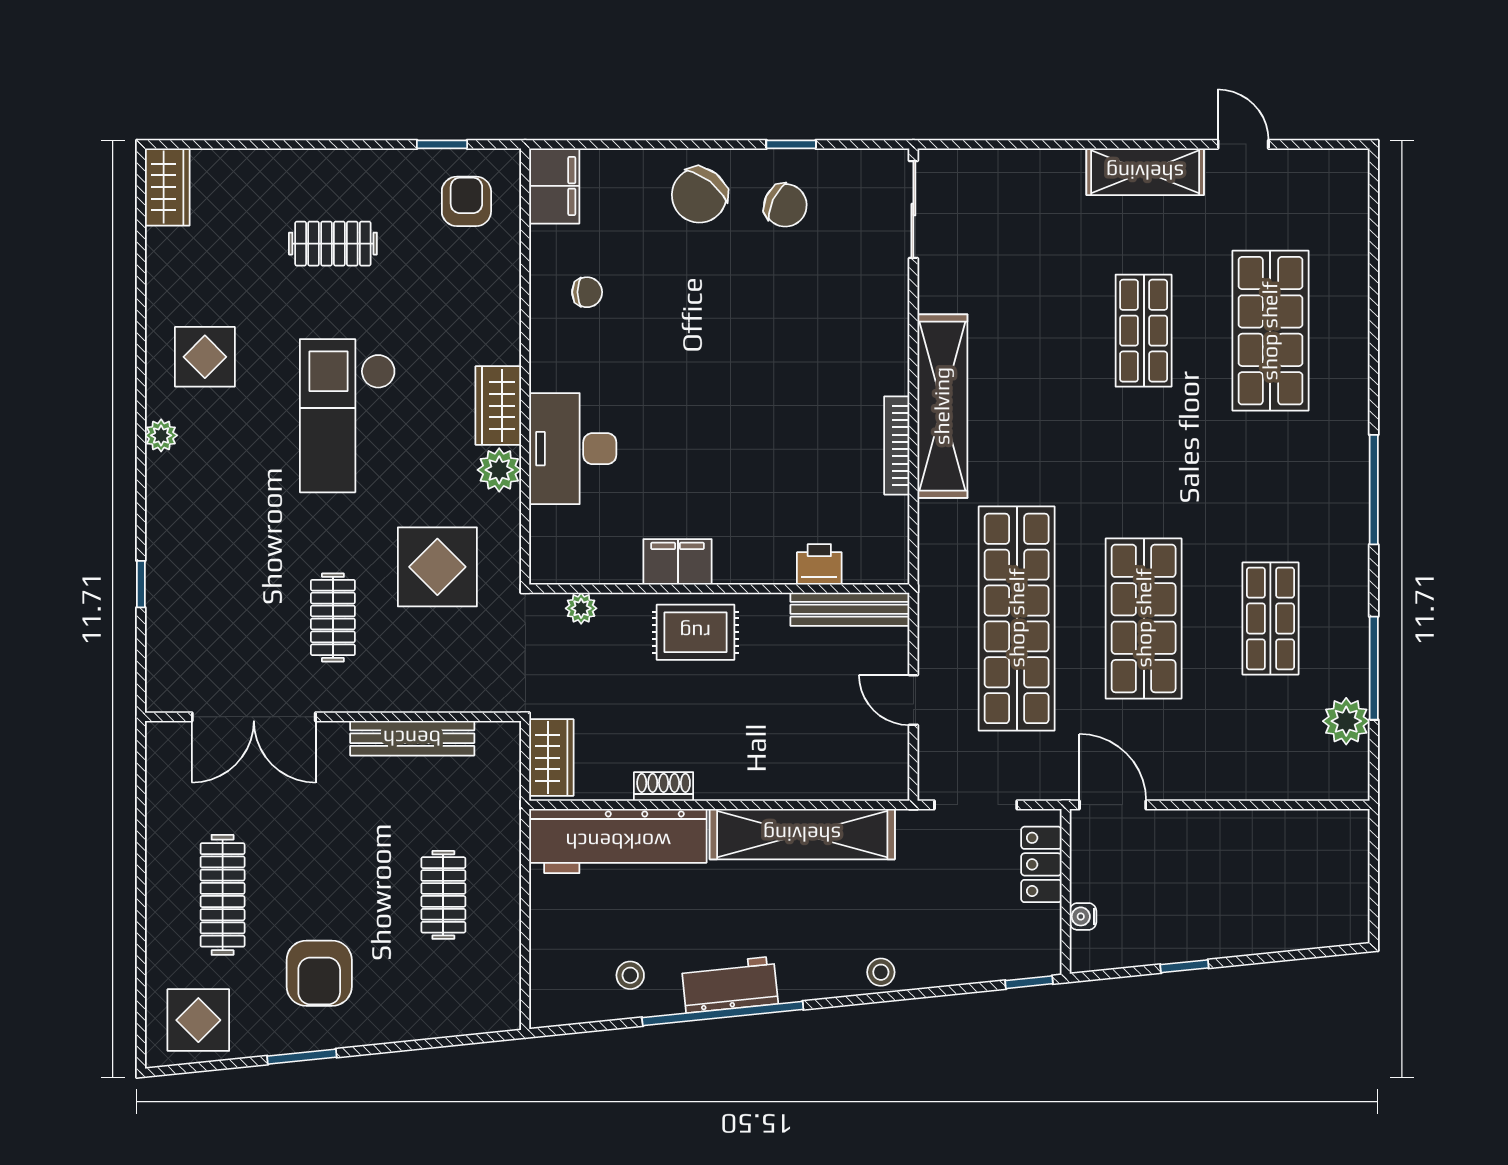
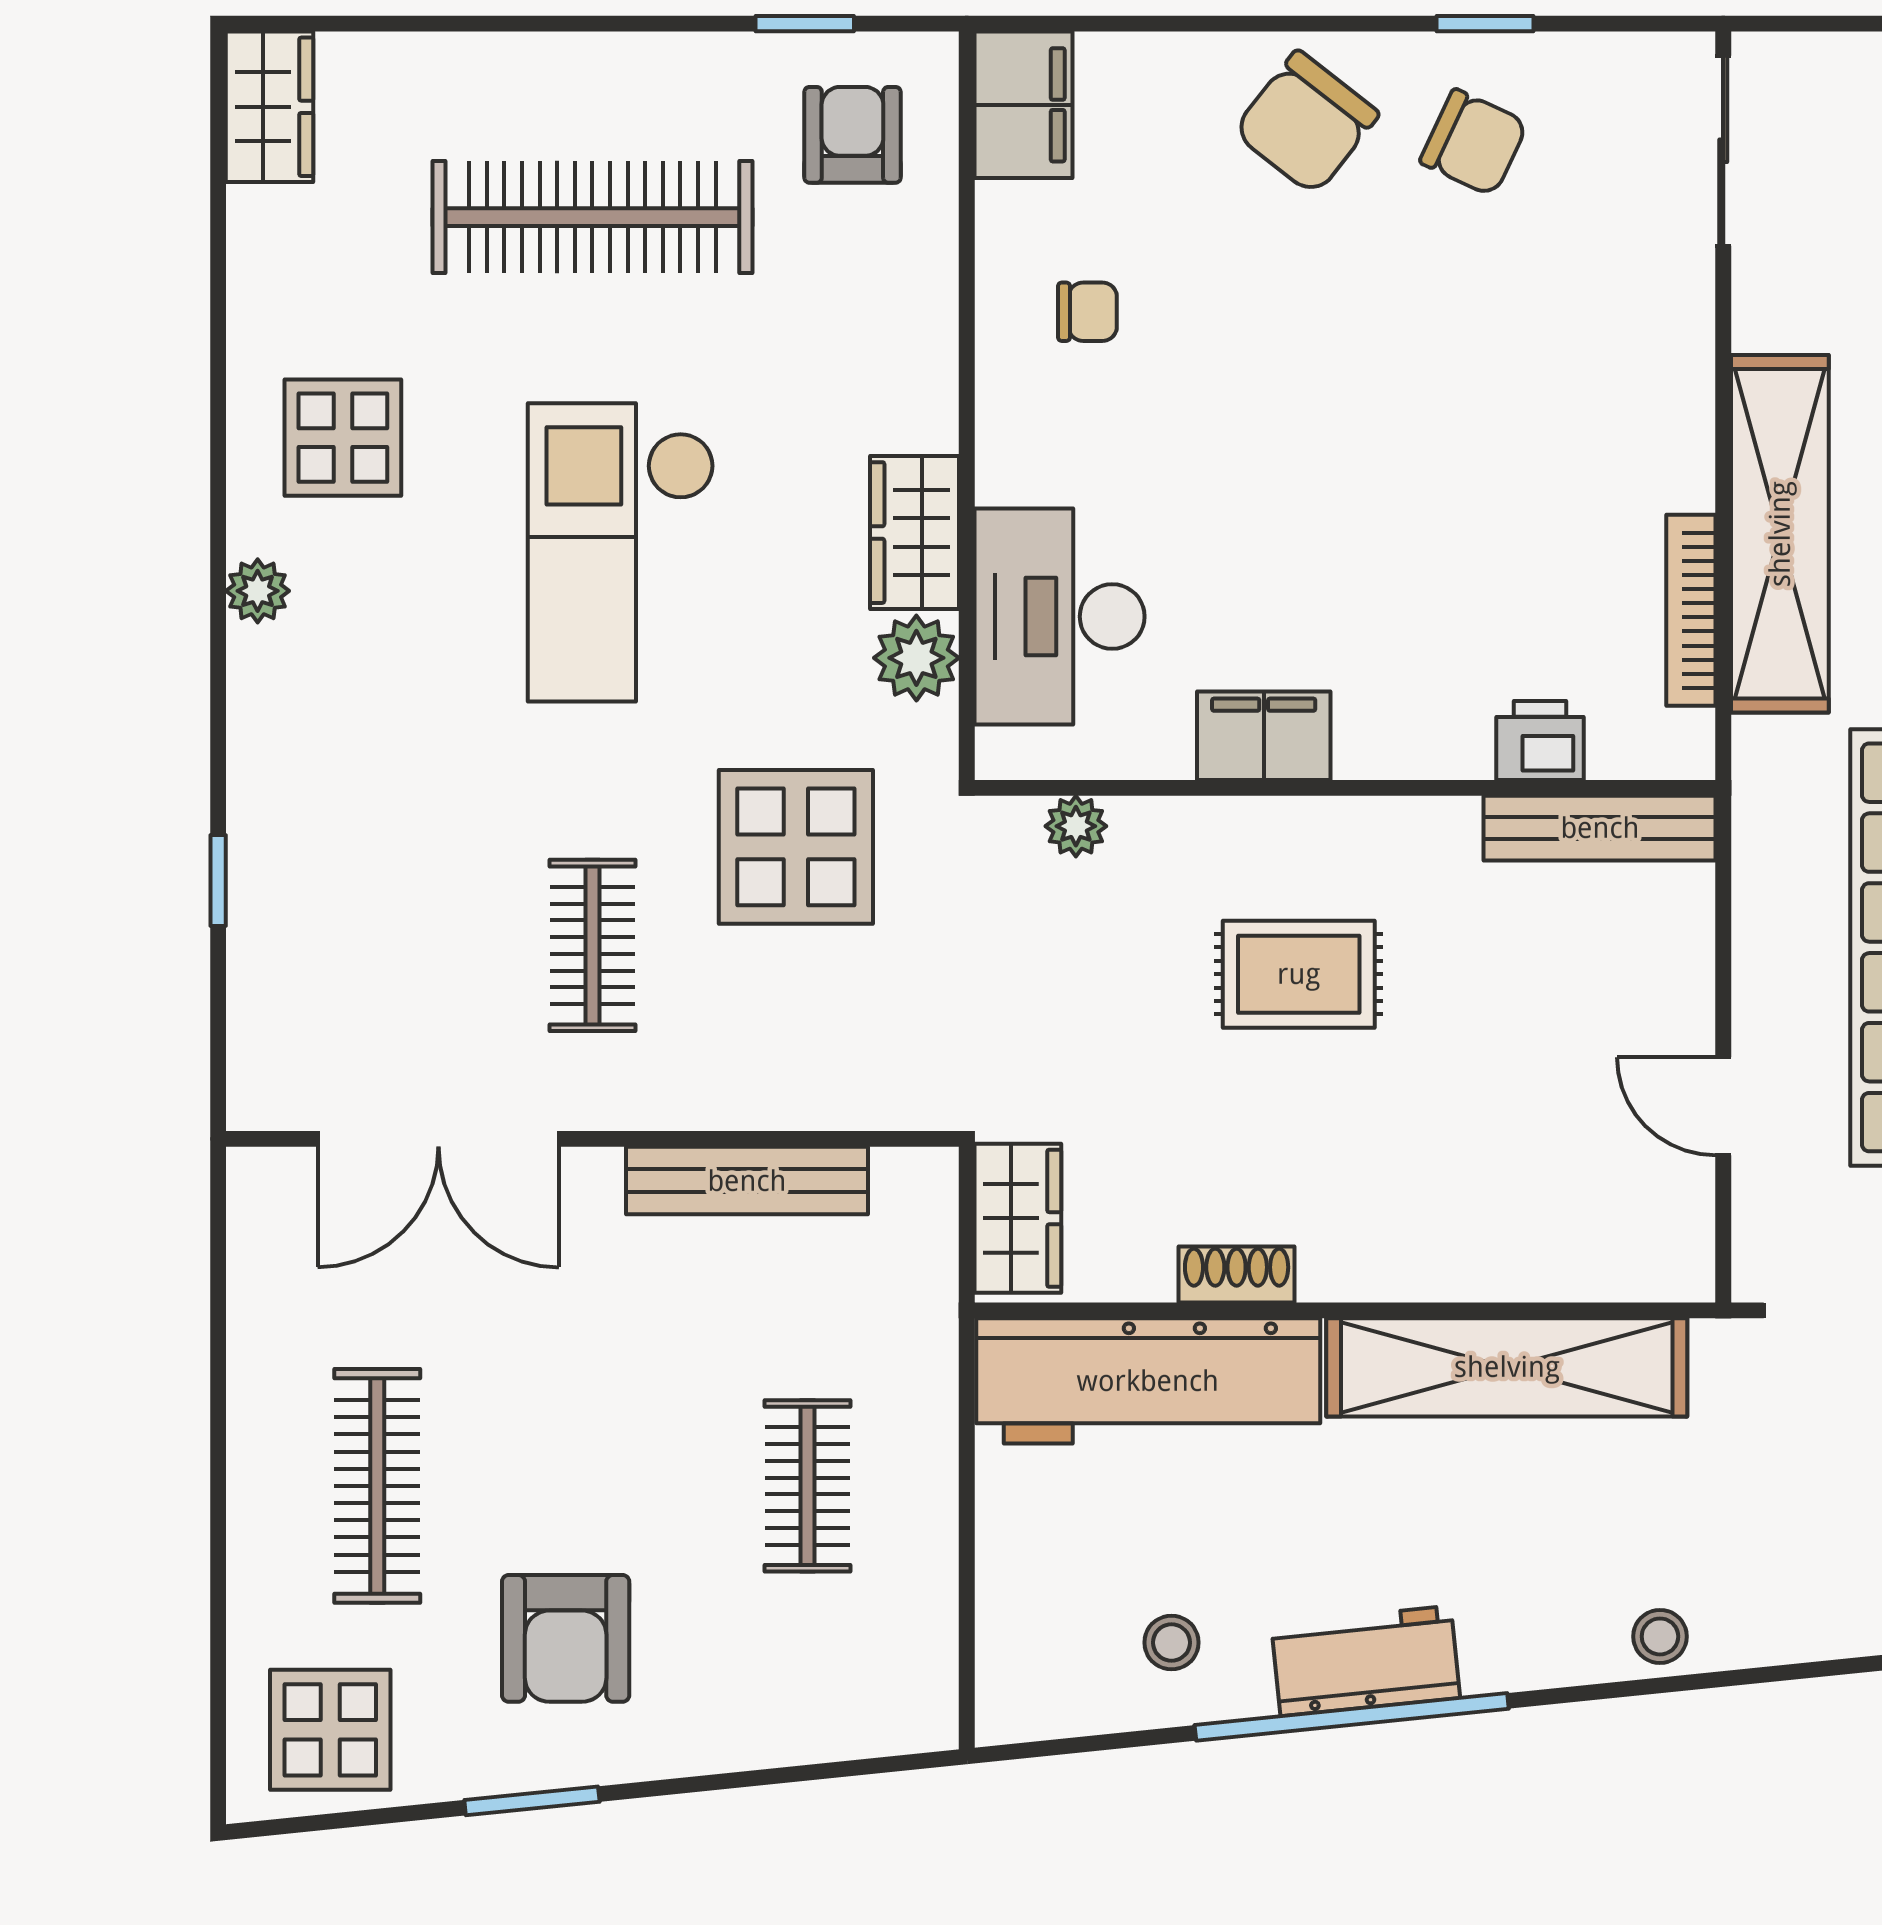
clothes rail: (333, 244) -> (592, 217), width x1.86, depth x1.31
filing cabinet: (678, 562) -> (1264, 736), moved
printer: (819, 564) -> (1540, 741), moved
wall: (719, 589) -> (1345, 788), moved
plant: (581, 608) -> (1076, 826), moved
bench: (850, 609) -> (1600, 828), moved

